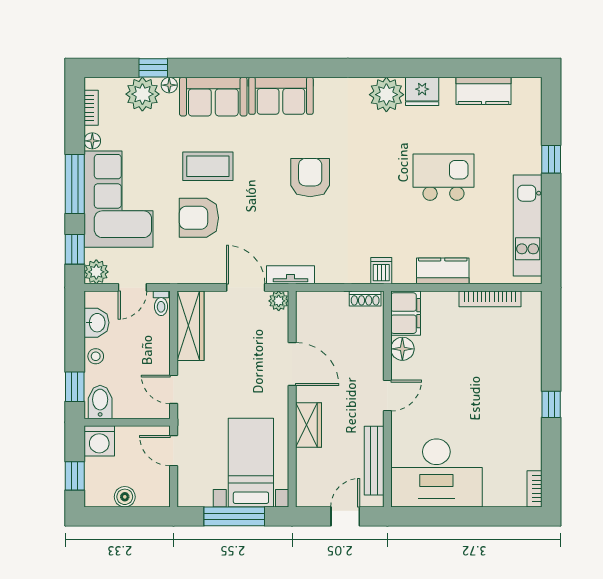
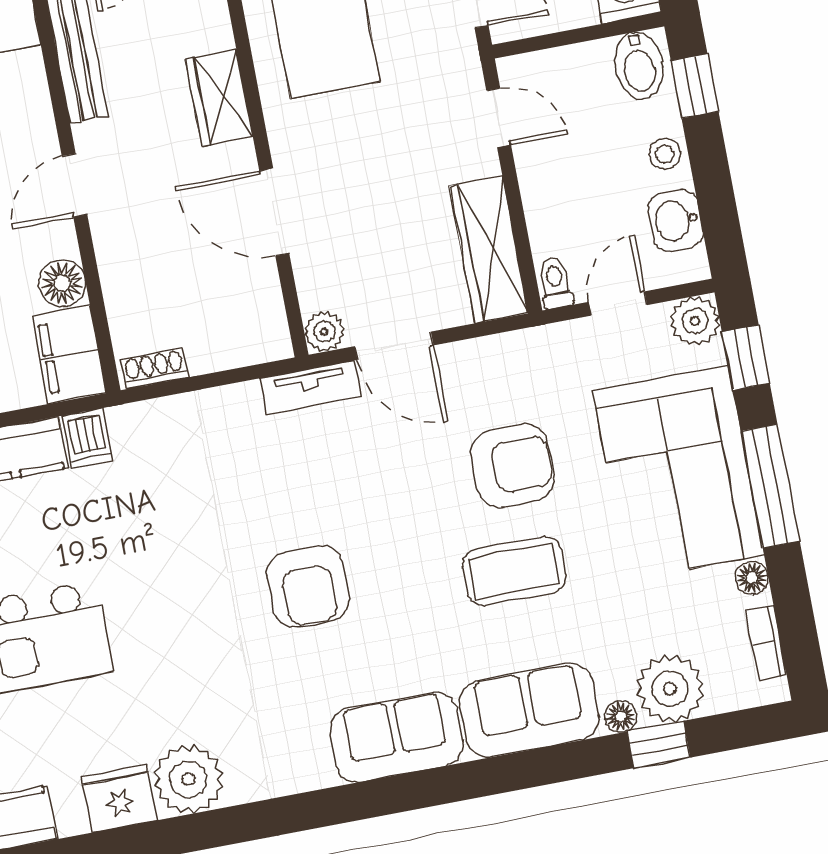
dishwasher: (381, 271) -> (87, 438), moved

